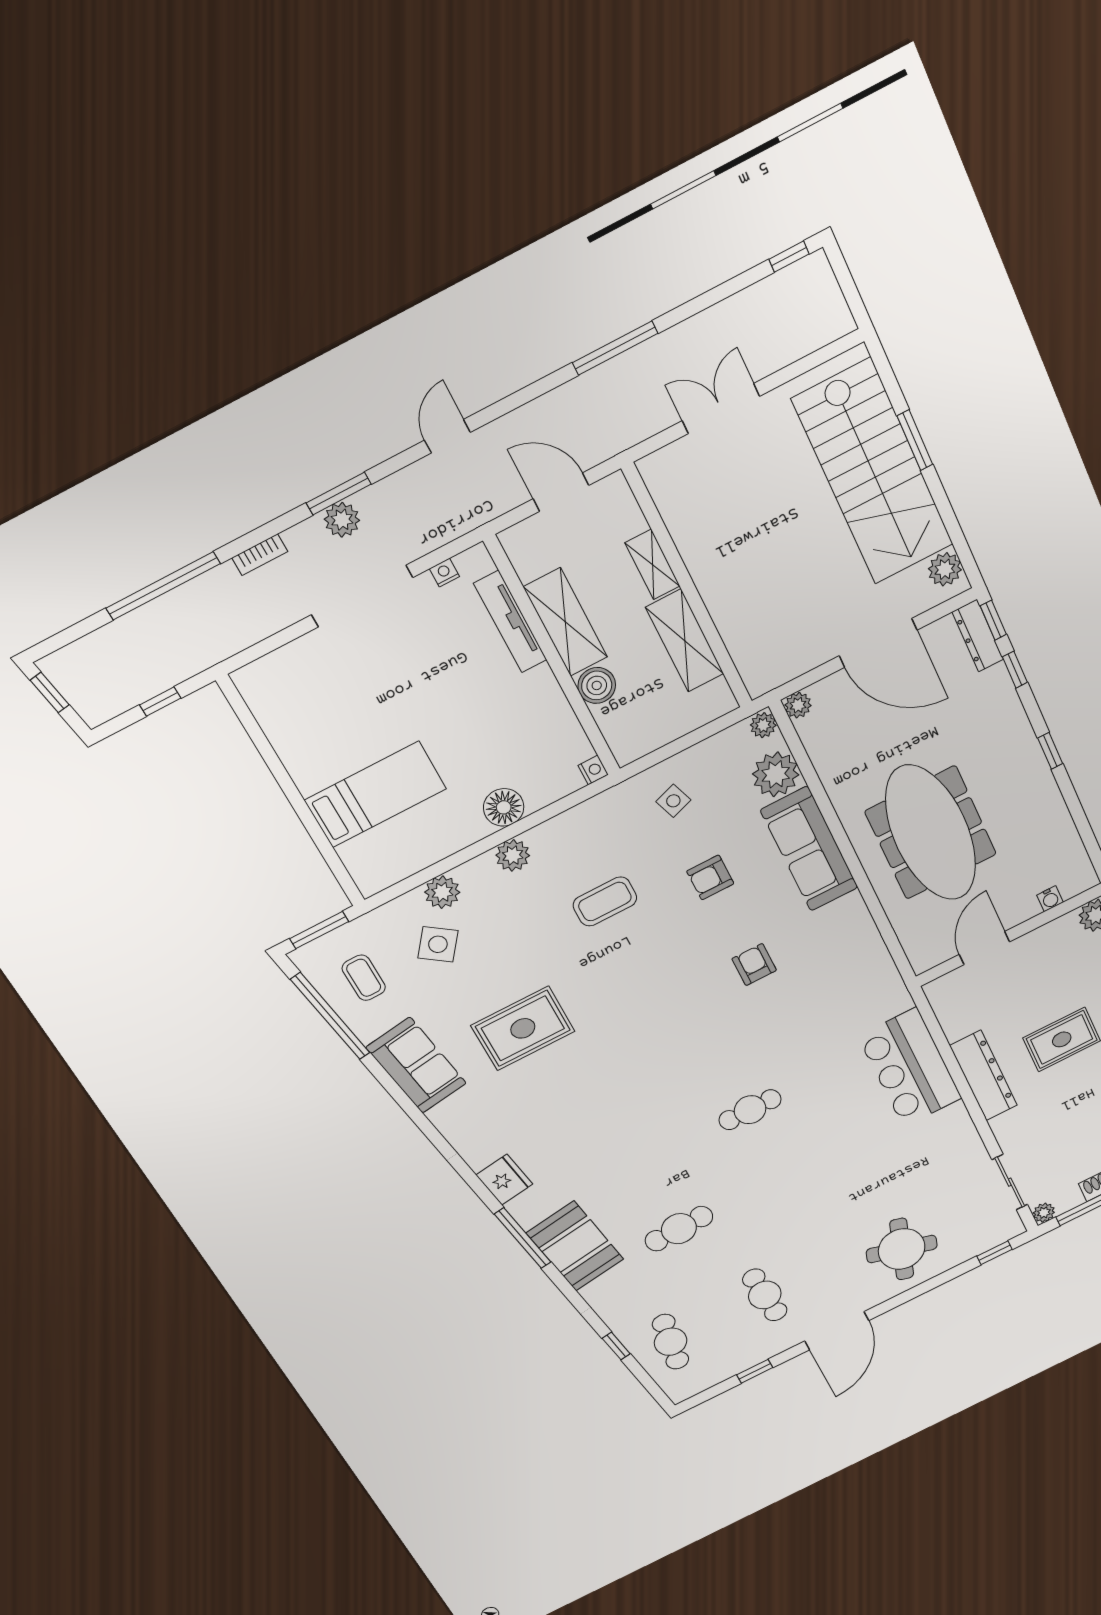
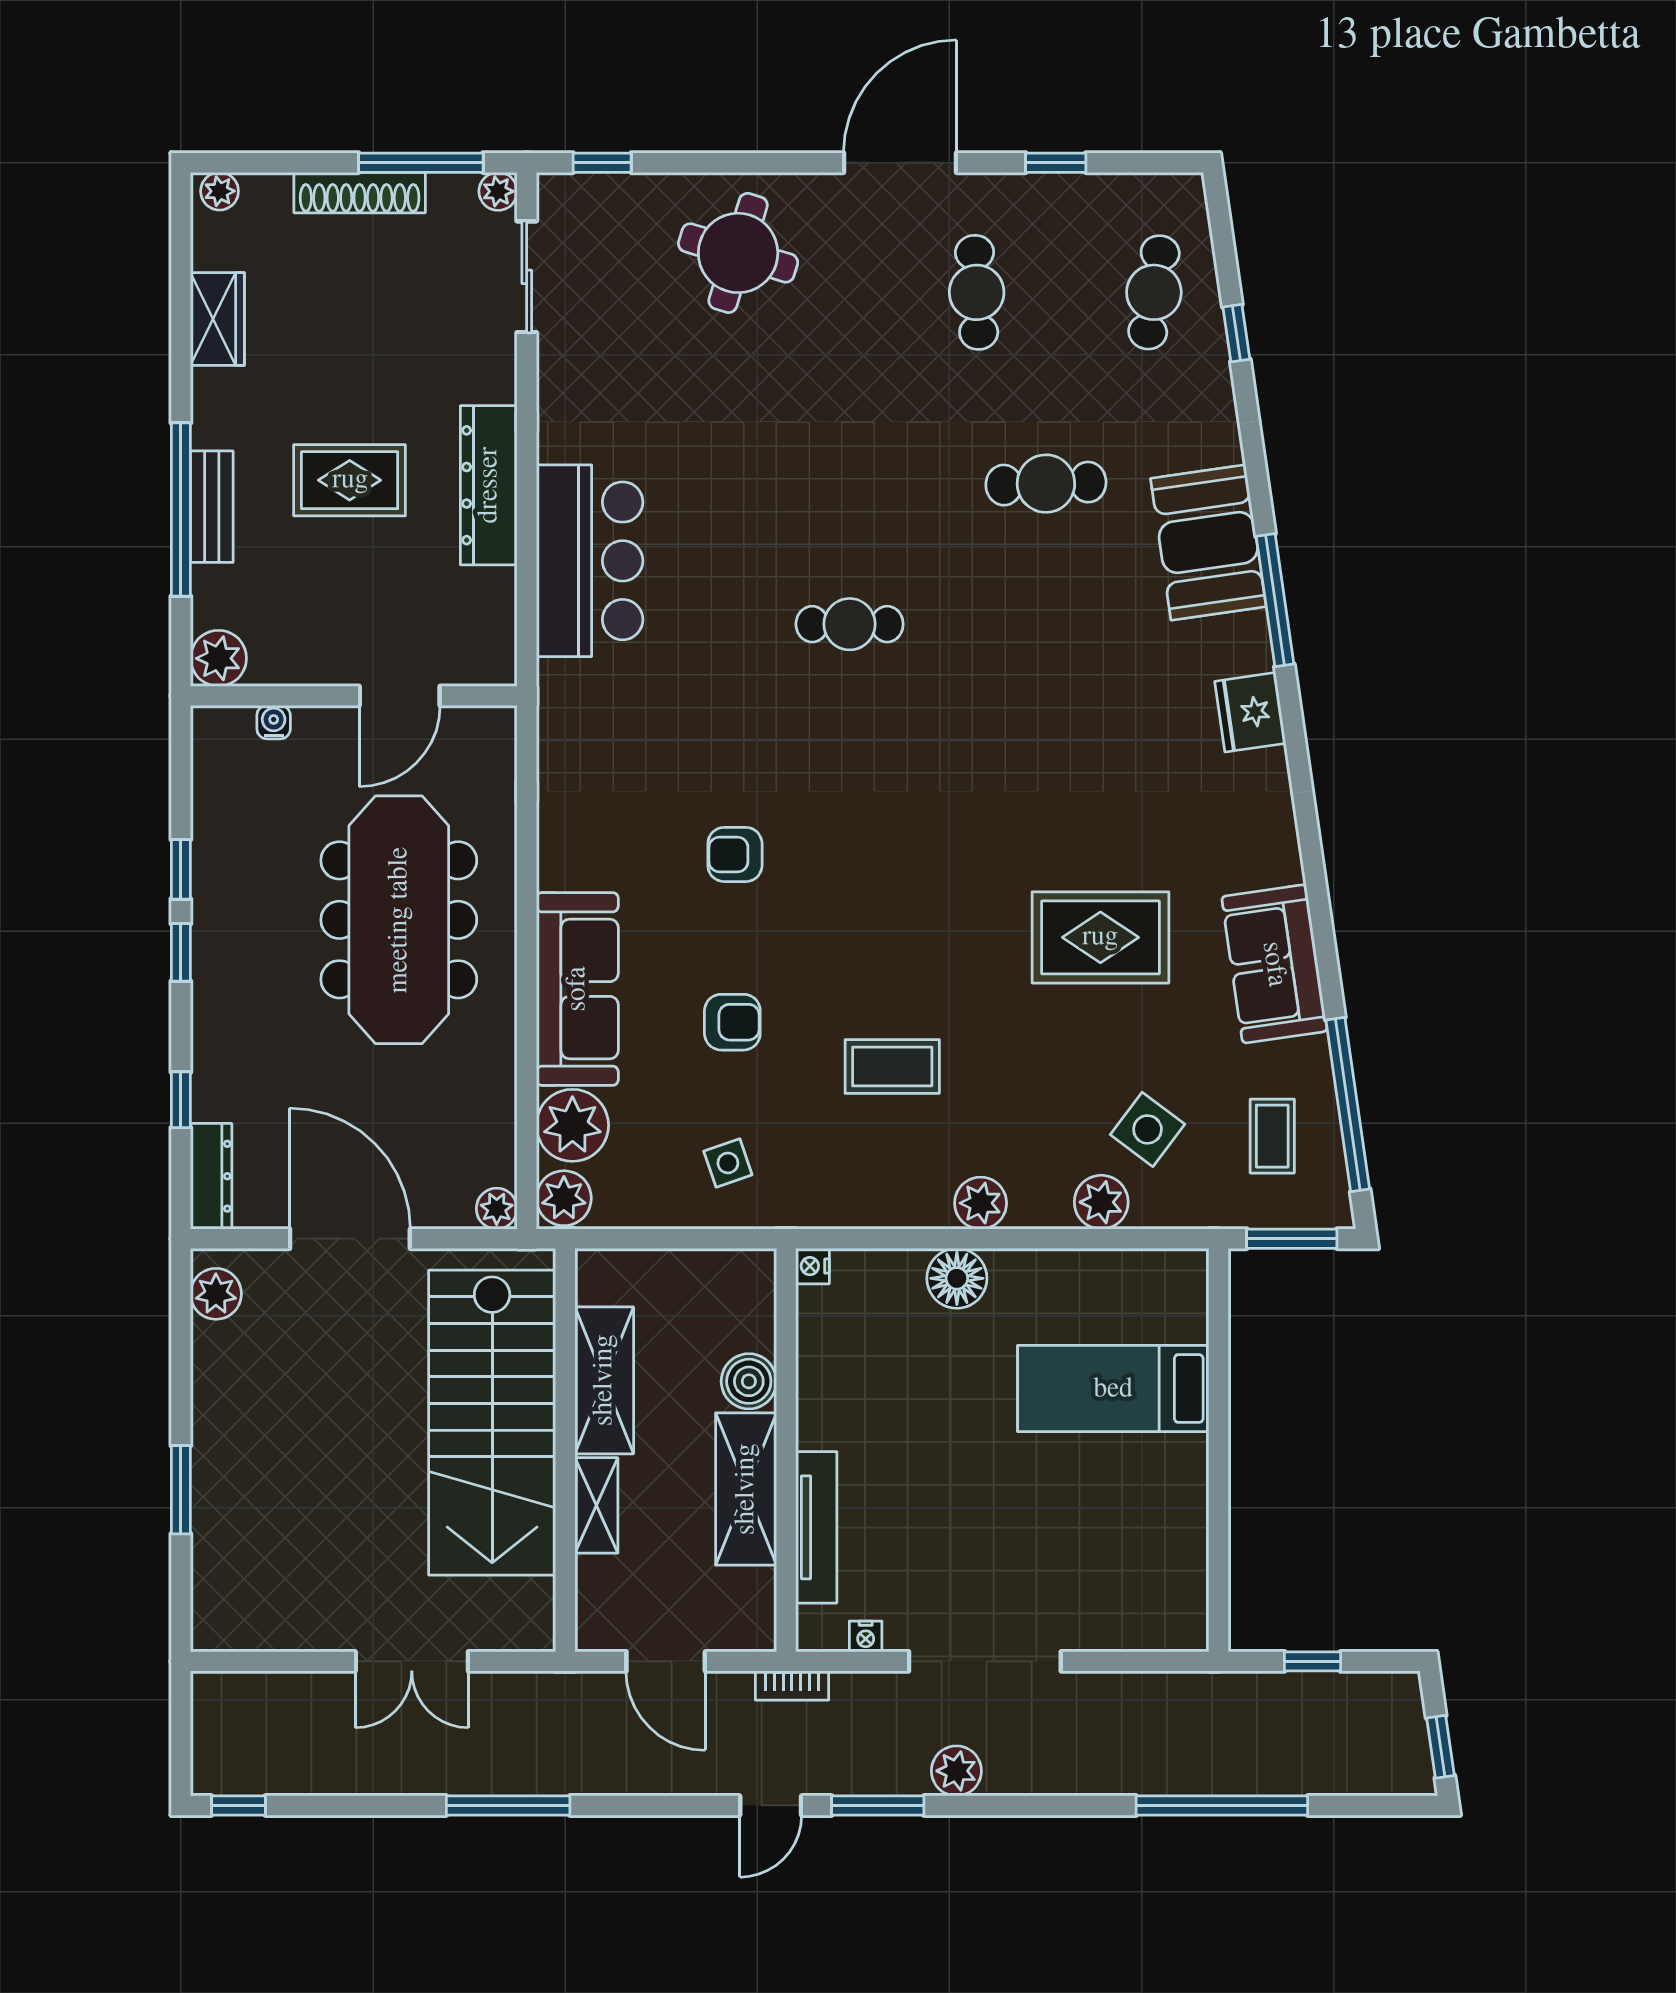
stairs: (873, 473) -> (492, 1423), moved, turned 180
window: (339, 494) -> (878, 1805), moved
bookcase: (260, 555) -> (792, 1686), moved, turned 180
window: (993, 620) -> (181, 869), moved
plant: (763, 725) -> (564, 1198), width x1.38, depth x1.38
armchair: (754, 965) -> (735, 854), turned 90

